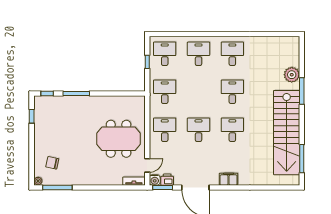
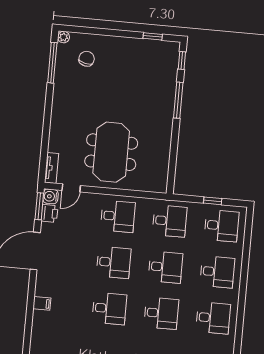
desk: (199, 92) -> (165, 267), added
door: (147, 165) -> (71, 188), hinge flipped
filing cabinet: (229, 179) -> (42, 303), width x0.50

